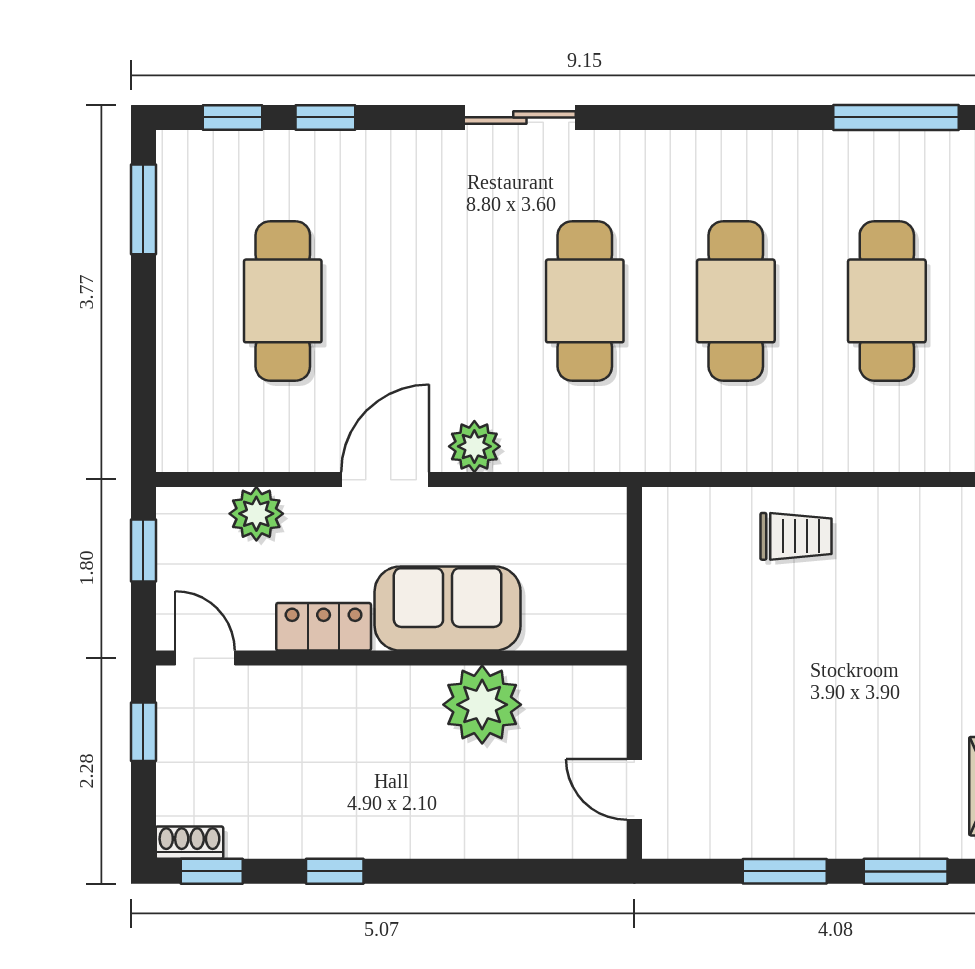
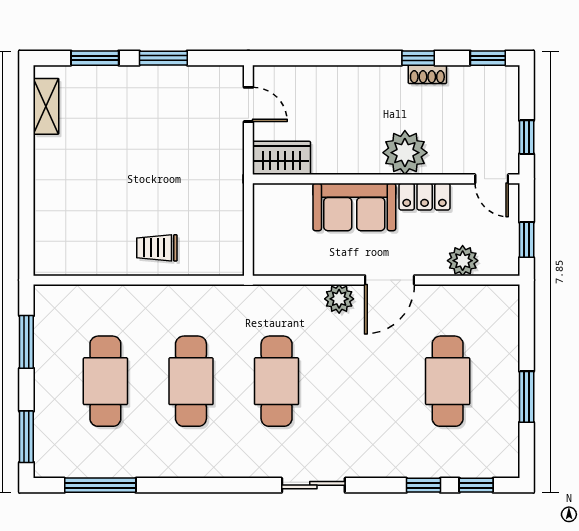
window: (143, 209) -> (527, 397), moved
wardrobe: (576, 695) -> (281, 158), added
plant: (482, 705) -> (405, 153), moved
shoe rack: (189, 843) -> (427, 74), moved

